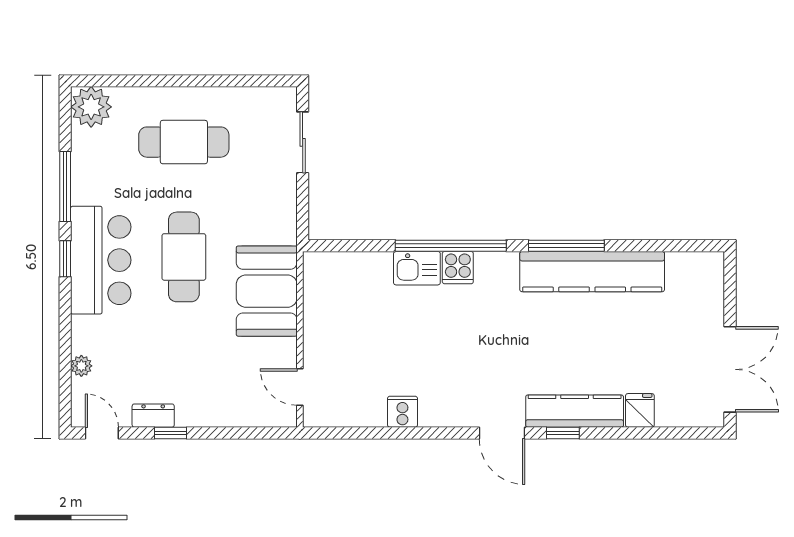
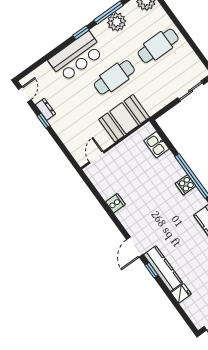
cafe table: (184, 142) -> (158, 46), turned 90
bar counter: (101, 260) -> (76, 57), moved
kitchen sink: (417, 268) -> (156, 145), moved
plant: (81, 366) -> (117, 22), moved, width x1.88, depth x1.88

